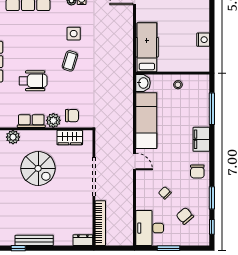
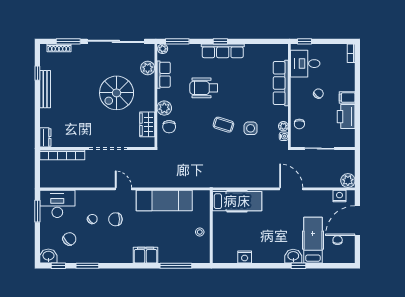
wheelchair: (33, 81) -> (204, 88), turned 90
washbasin: (143, 83) -> (48, 256), moved, turned 180
row of seats: (31, 121) -> (164, 75), moved
door: (135, 161) -> (123, 189), swing flipped
chair: (197, 171) -> (115, 219), moved
window: (168, 248) -> (37, 211), moved

